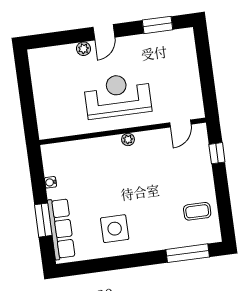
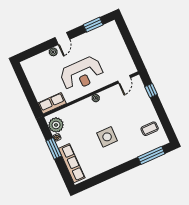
reception desk: (118, 96) -> (82, 74), turned 180
row of seats: (58, 127) -> (52, 103), added
plant: (54, 163) -> (56, 125), added
window: (43, 220) -> (54, 148), moved
side table: (115, 229) -> (107, 137), moved

